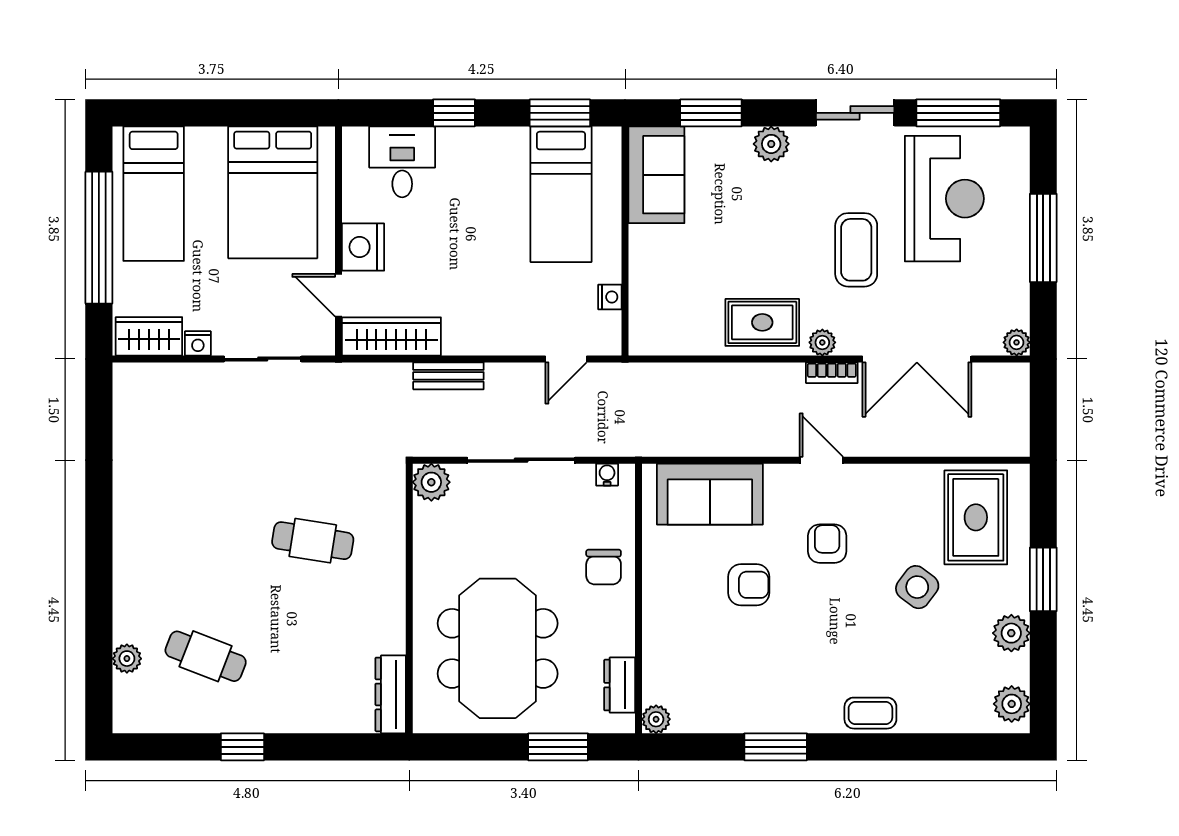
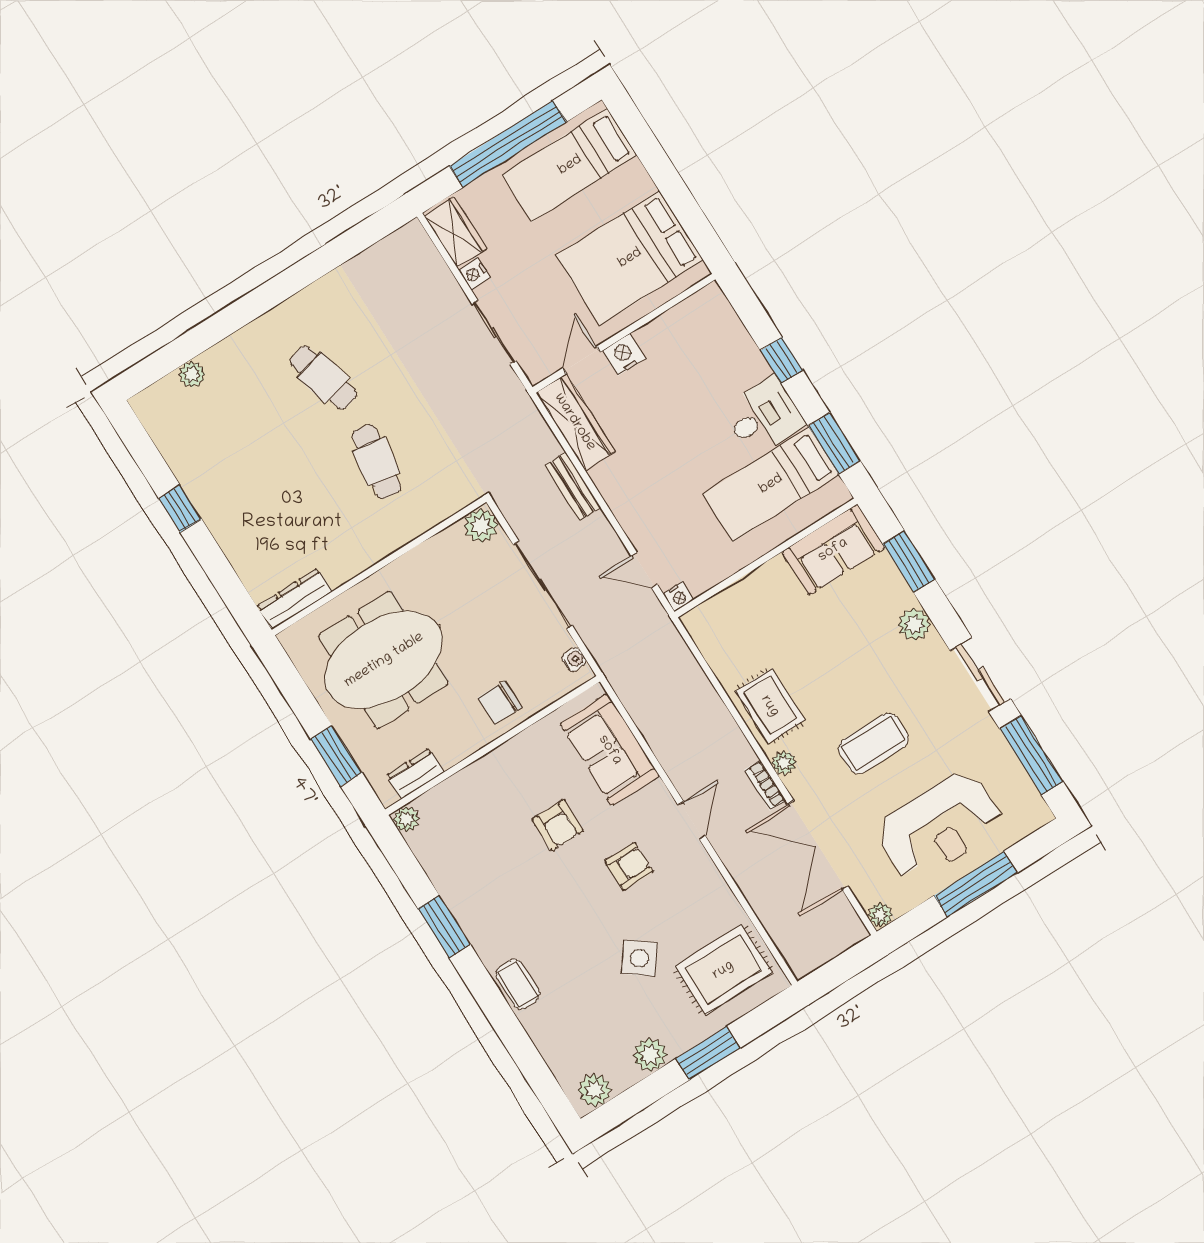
desk: (402, 162) -> (763, 417), moved
reception desk: (944, 199) -> (939, 826), moved
nightstand: (363, 247) -> (624, 355), width x0.74, depth x0.75
nightstand: (610, 297) -> (678, 597), moved
cafe table: (206, 656) -> (323, 378), moved, turned -36

